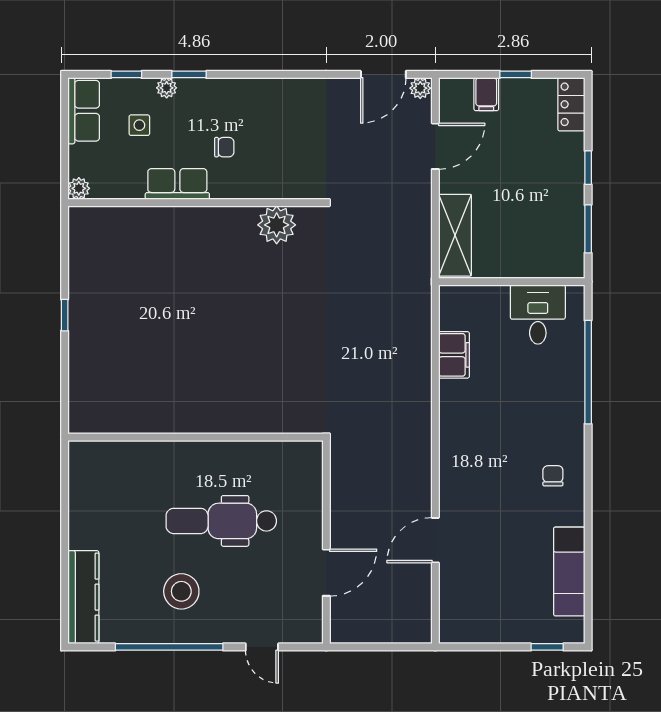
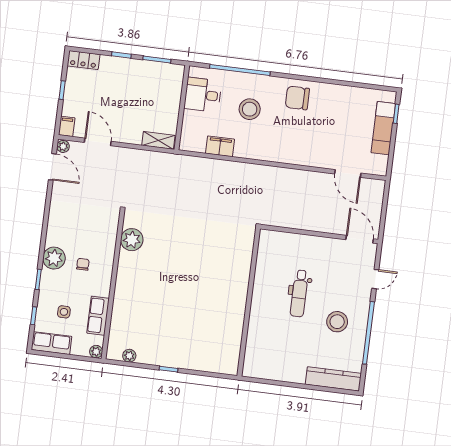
plant: (167, 88) -> (54, 258), moved, width x1.88, depth x1.88
filing cabinet: (486, 94) -> (67, 126), moved, turned -90
row of seats: (177, 184) -> (98, 316), moved
shelving: (455, 235) -> (158, 140), width x0.67, depth x0.75
plant: (79, 246) -> (129, 356), added
stool: (524, 397) -> (250, 109), added
chair: (553, 476) -> (297, 98), width x1.87, depth x1.87
dental chair: (221, 521) -> (299, 293), width x0.73, depth x0.72
door: (435, 540) -> (348, 173), moved
exam couch: (569, 572) -> (383, 128), moved, turned 90
door: (326, 573) -> (360, 239), moved

